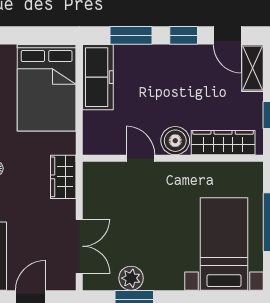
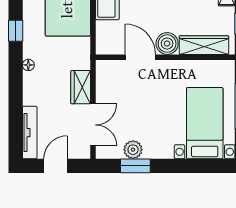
door: (140, 158) -> (140, 57), width x1.38
wardrobe: (63, 177) -> (81, 87), moved

